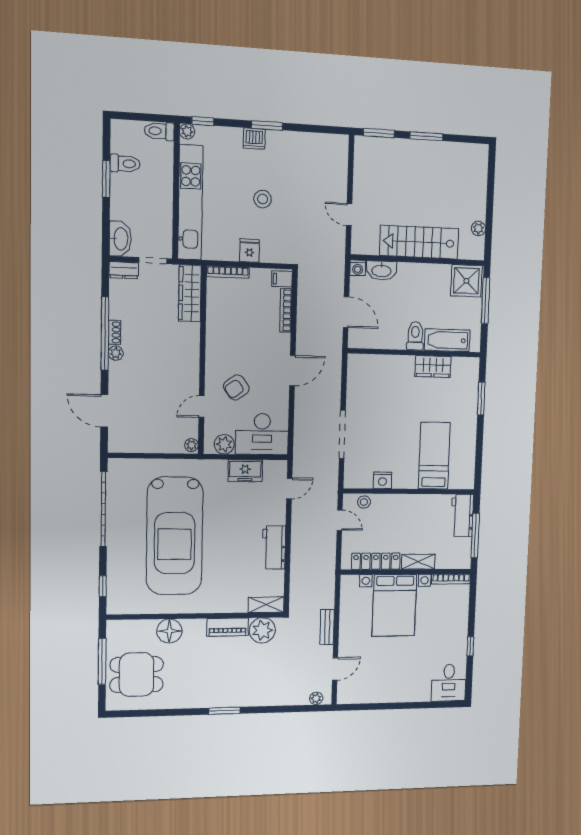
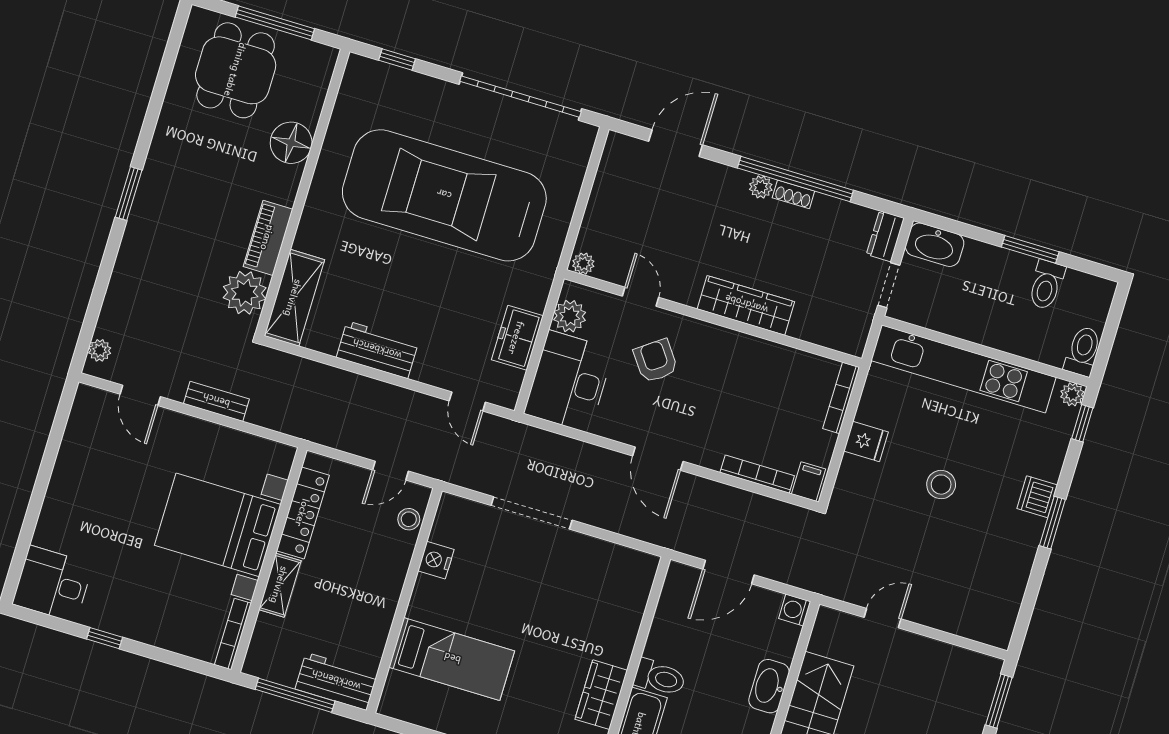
washbasin: (382, 270) -> (769, 686), moved
wardrobe: (190, 293) -> (746, 305), moved
shelving: (266, 605) -> (294, 298), width x1.50, depth x1.33

